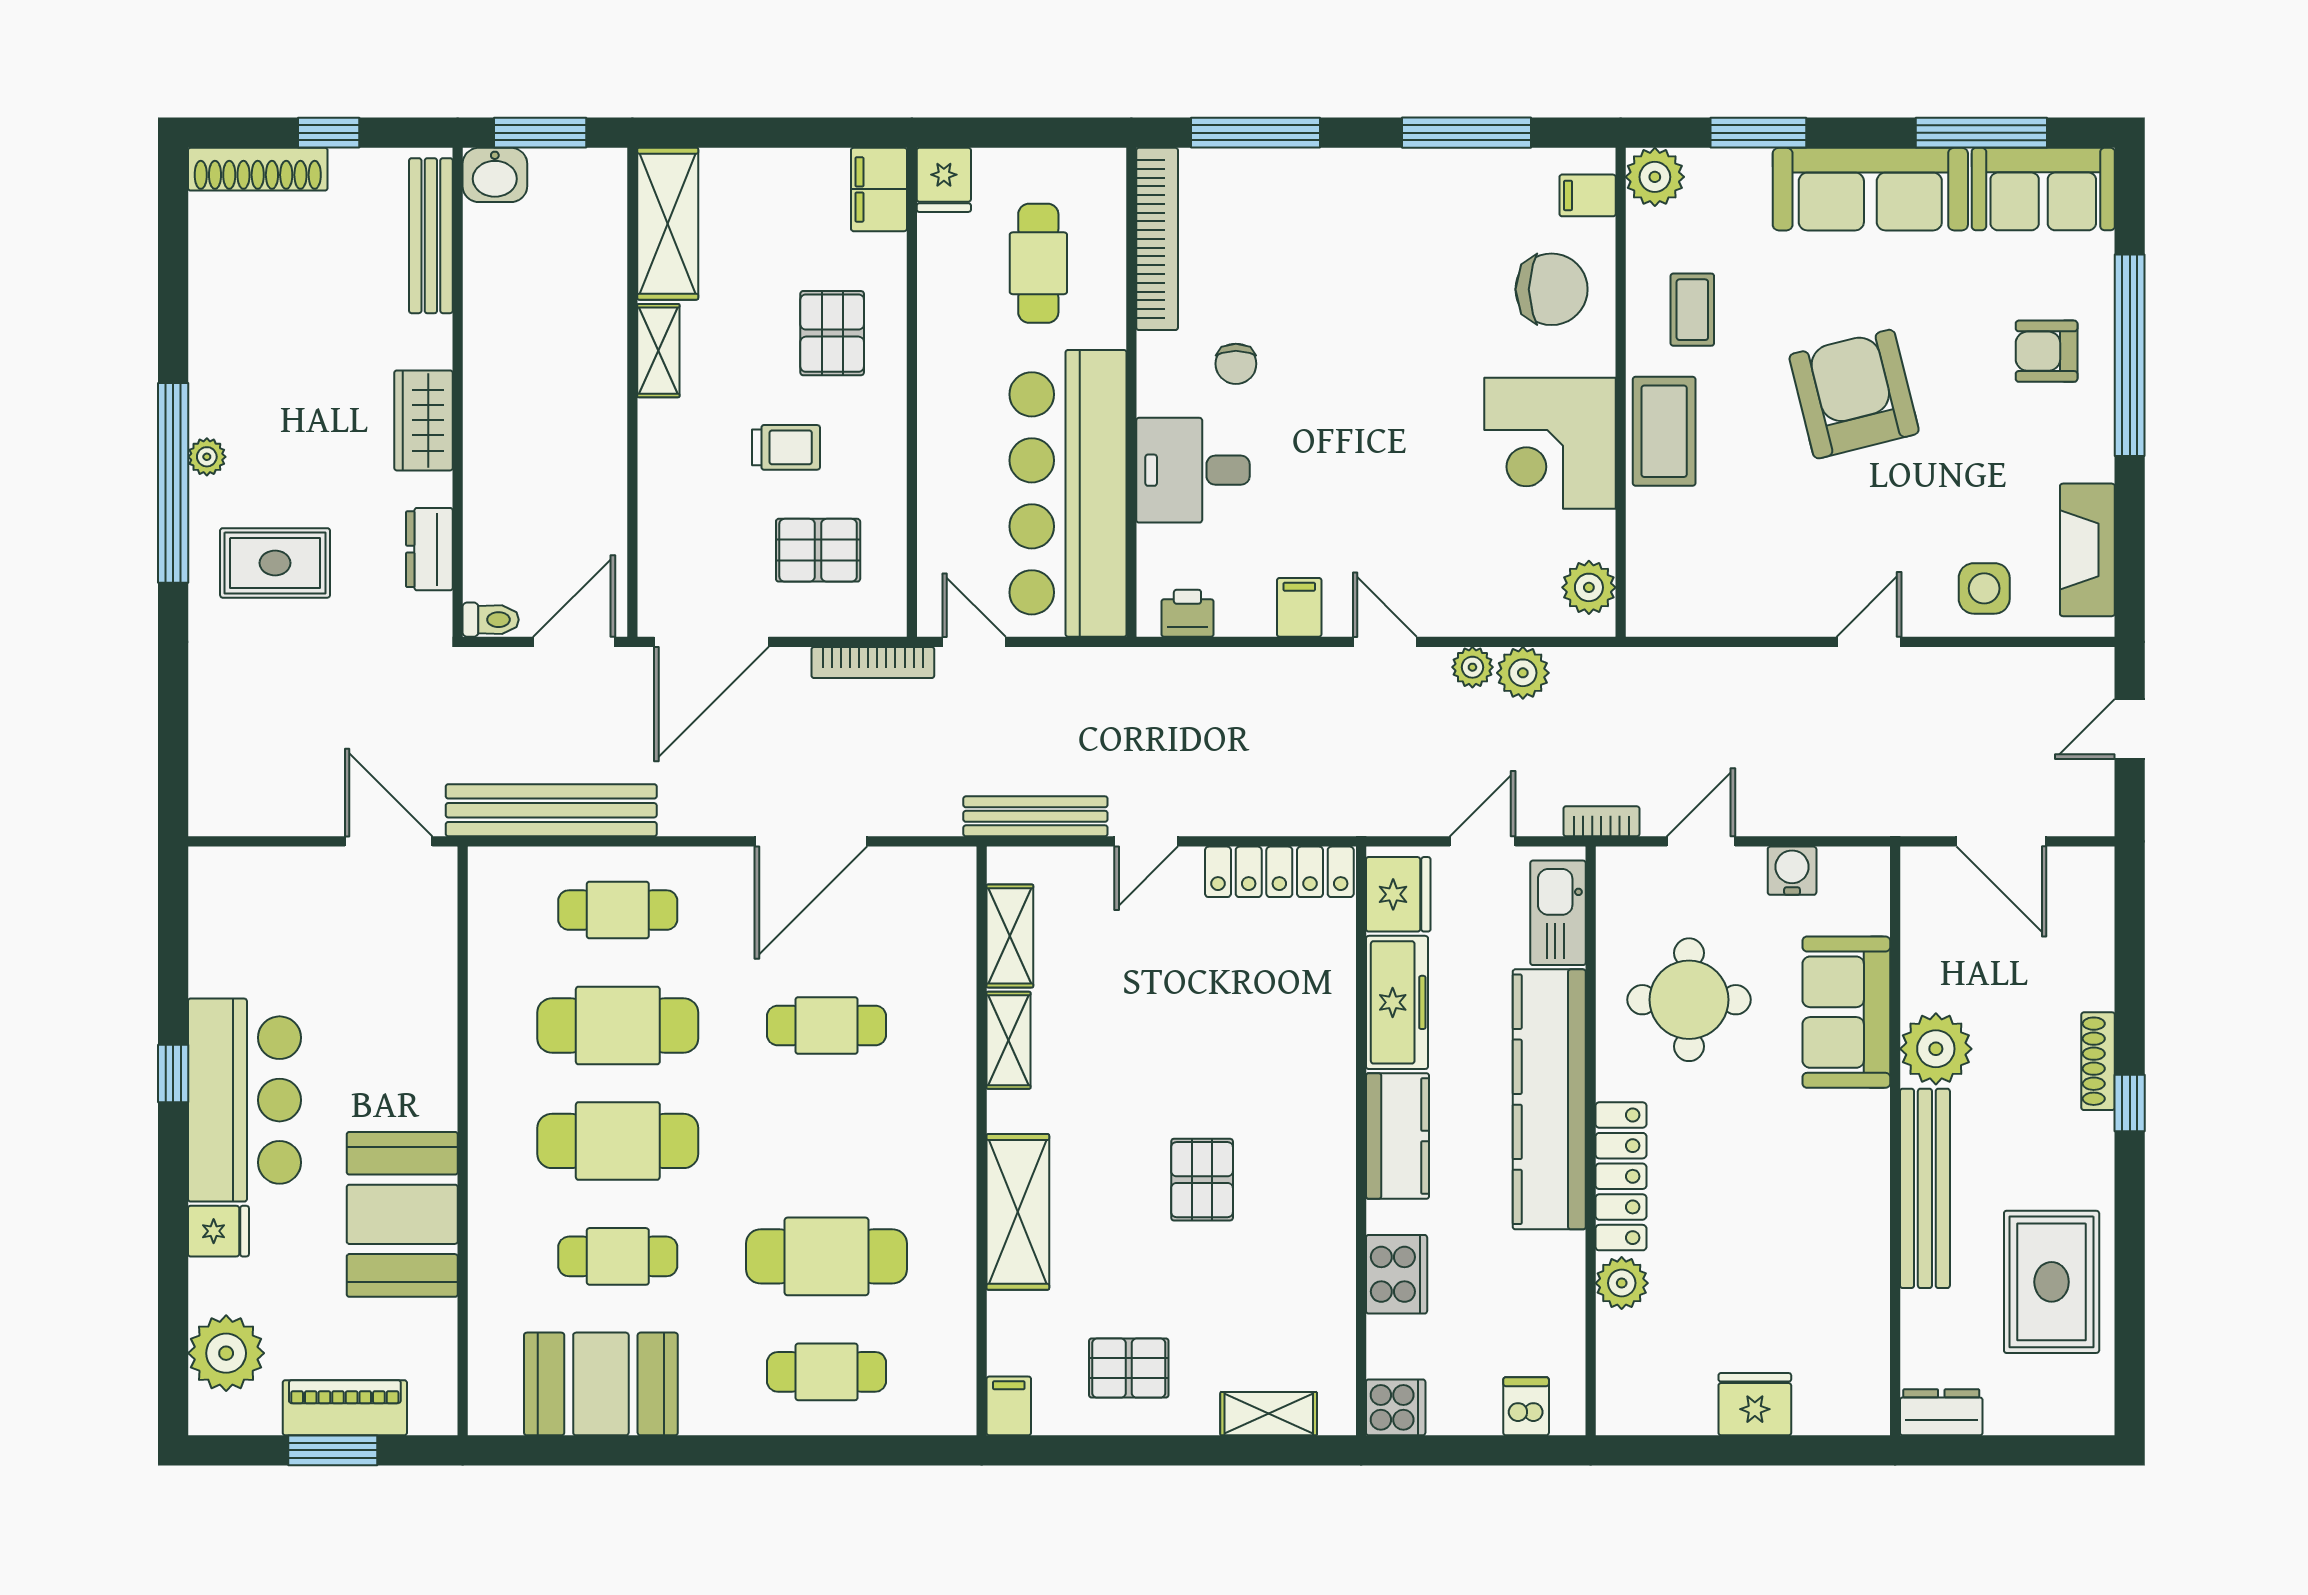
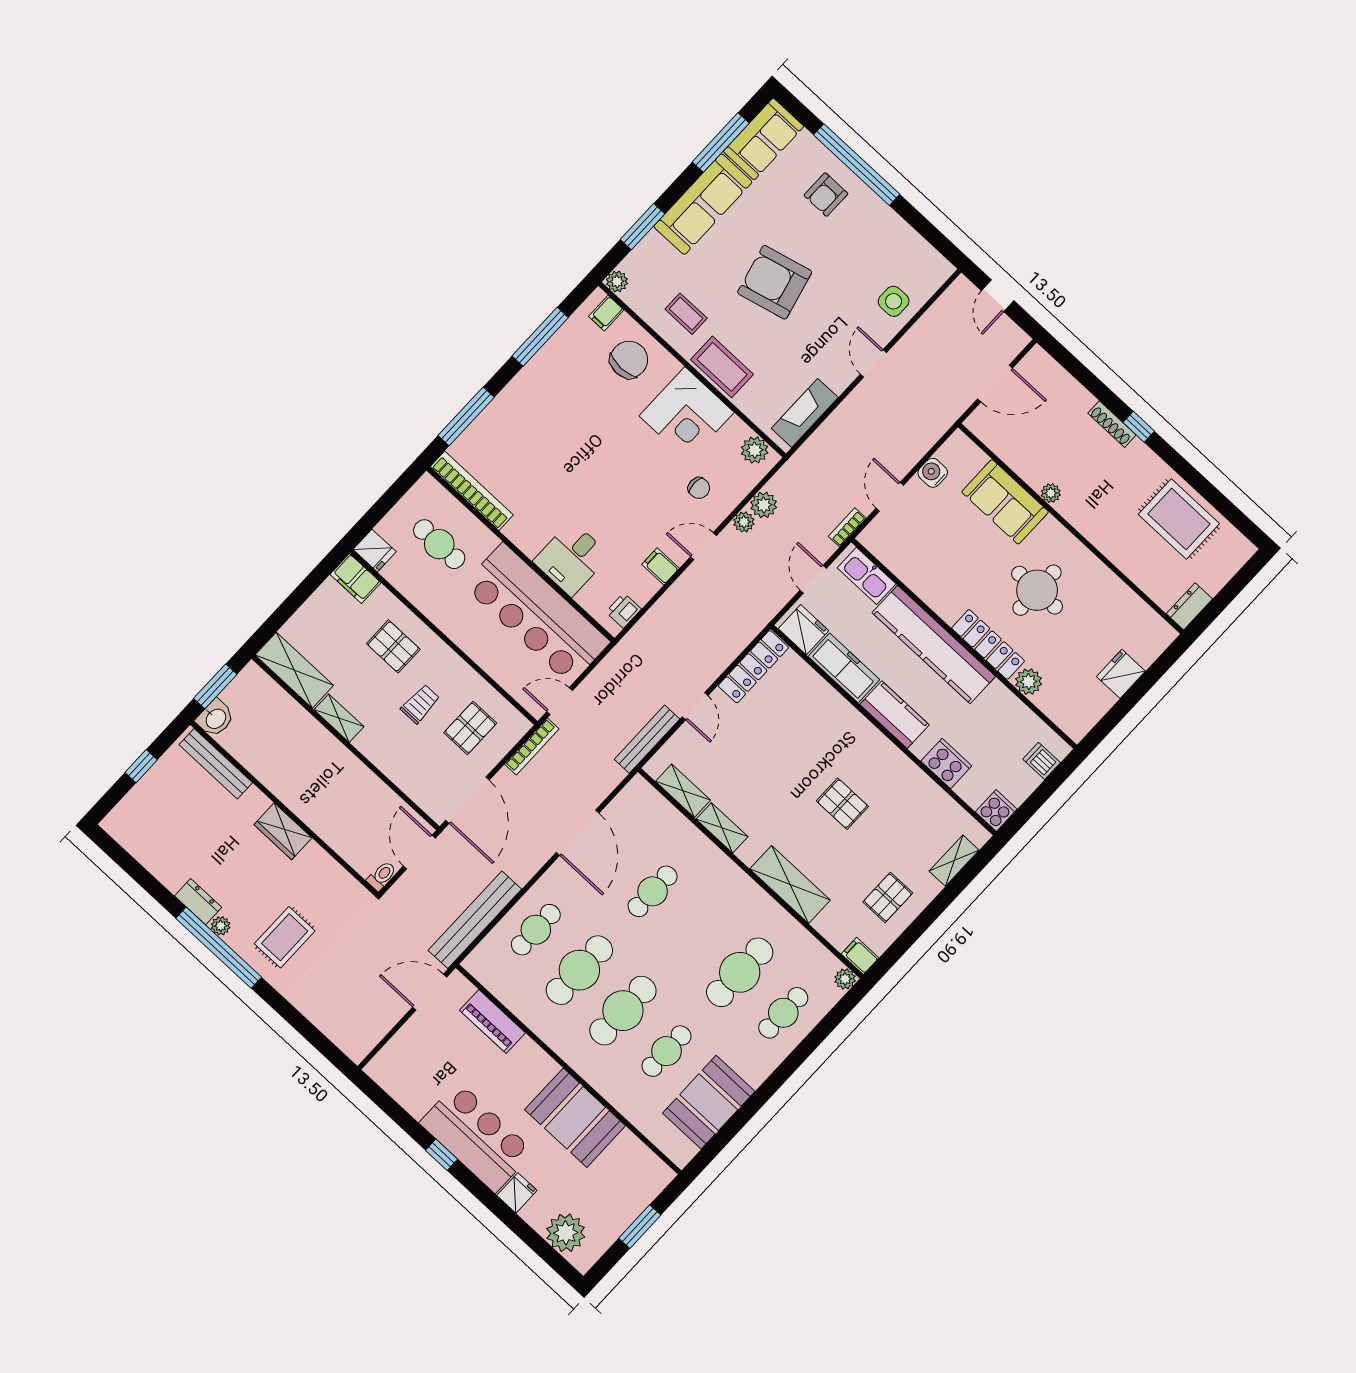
shoe rack: (258, 169) -> (130, 806), removed
plant: (1655, 177) -> (617, 281), width x0.73, depth x0.73
chair: (1236, 364) -> (699, 488), moved
dresser: (429, 549) -> (198, 902), moved, turned 180
fireplace: (2087, 550) -> (805, 413), moved, turned 90
round table: (1689, 1000) -> (1037, 590), moved
plant: (1936, 1049) -> (1051, 493), width x0.53, depth x0.53
bench: (1925, 1188) -> (1099, 534), removed
piano: (345, 1408) -> (492, 1021), moved, turned -90
plant: (956, 1415) -> (845, 979), added

